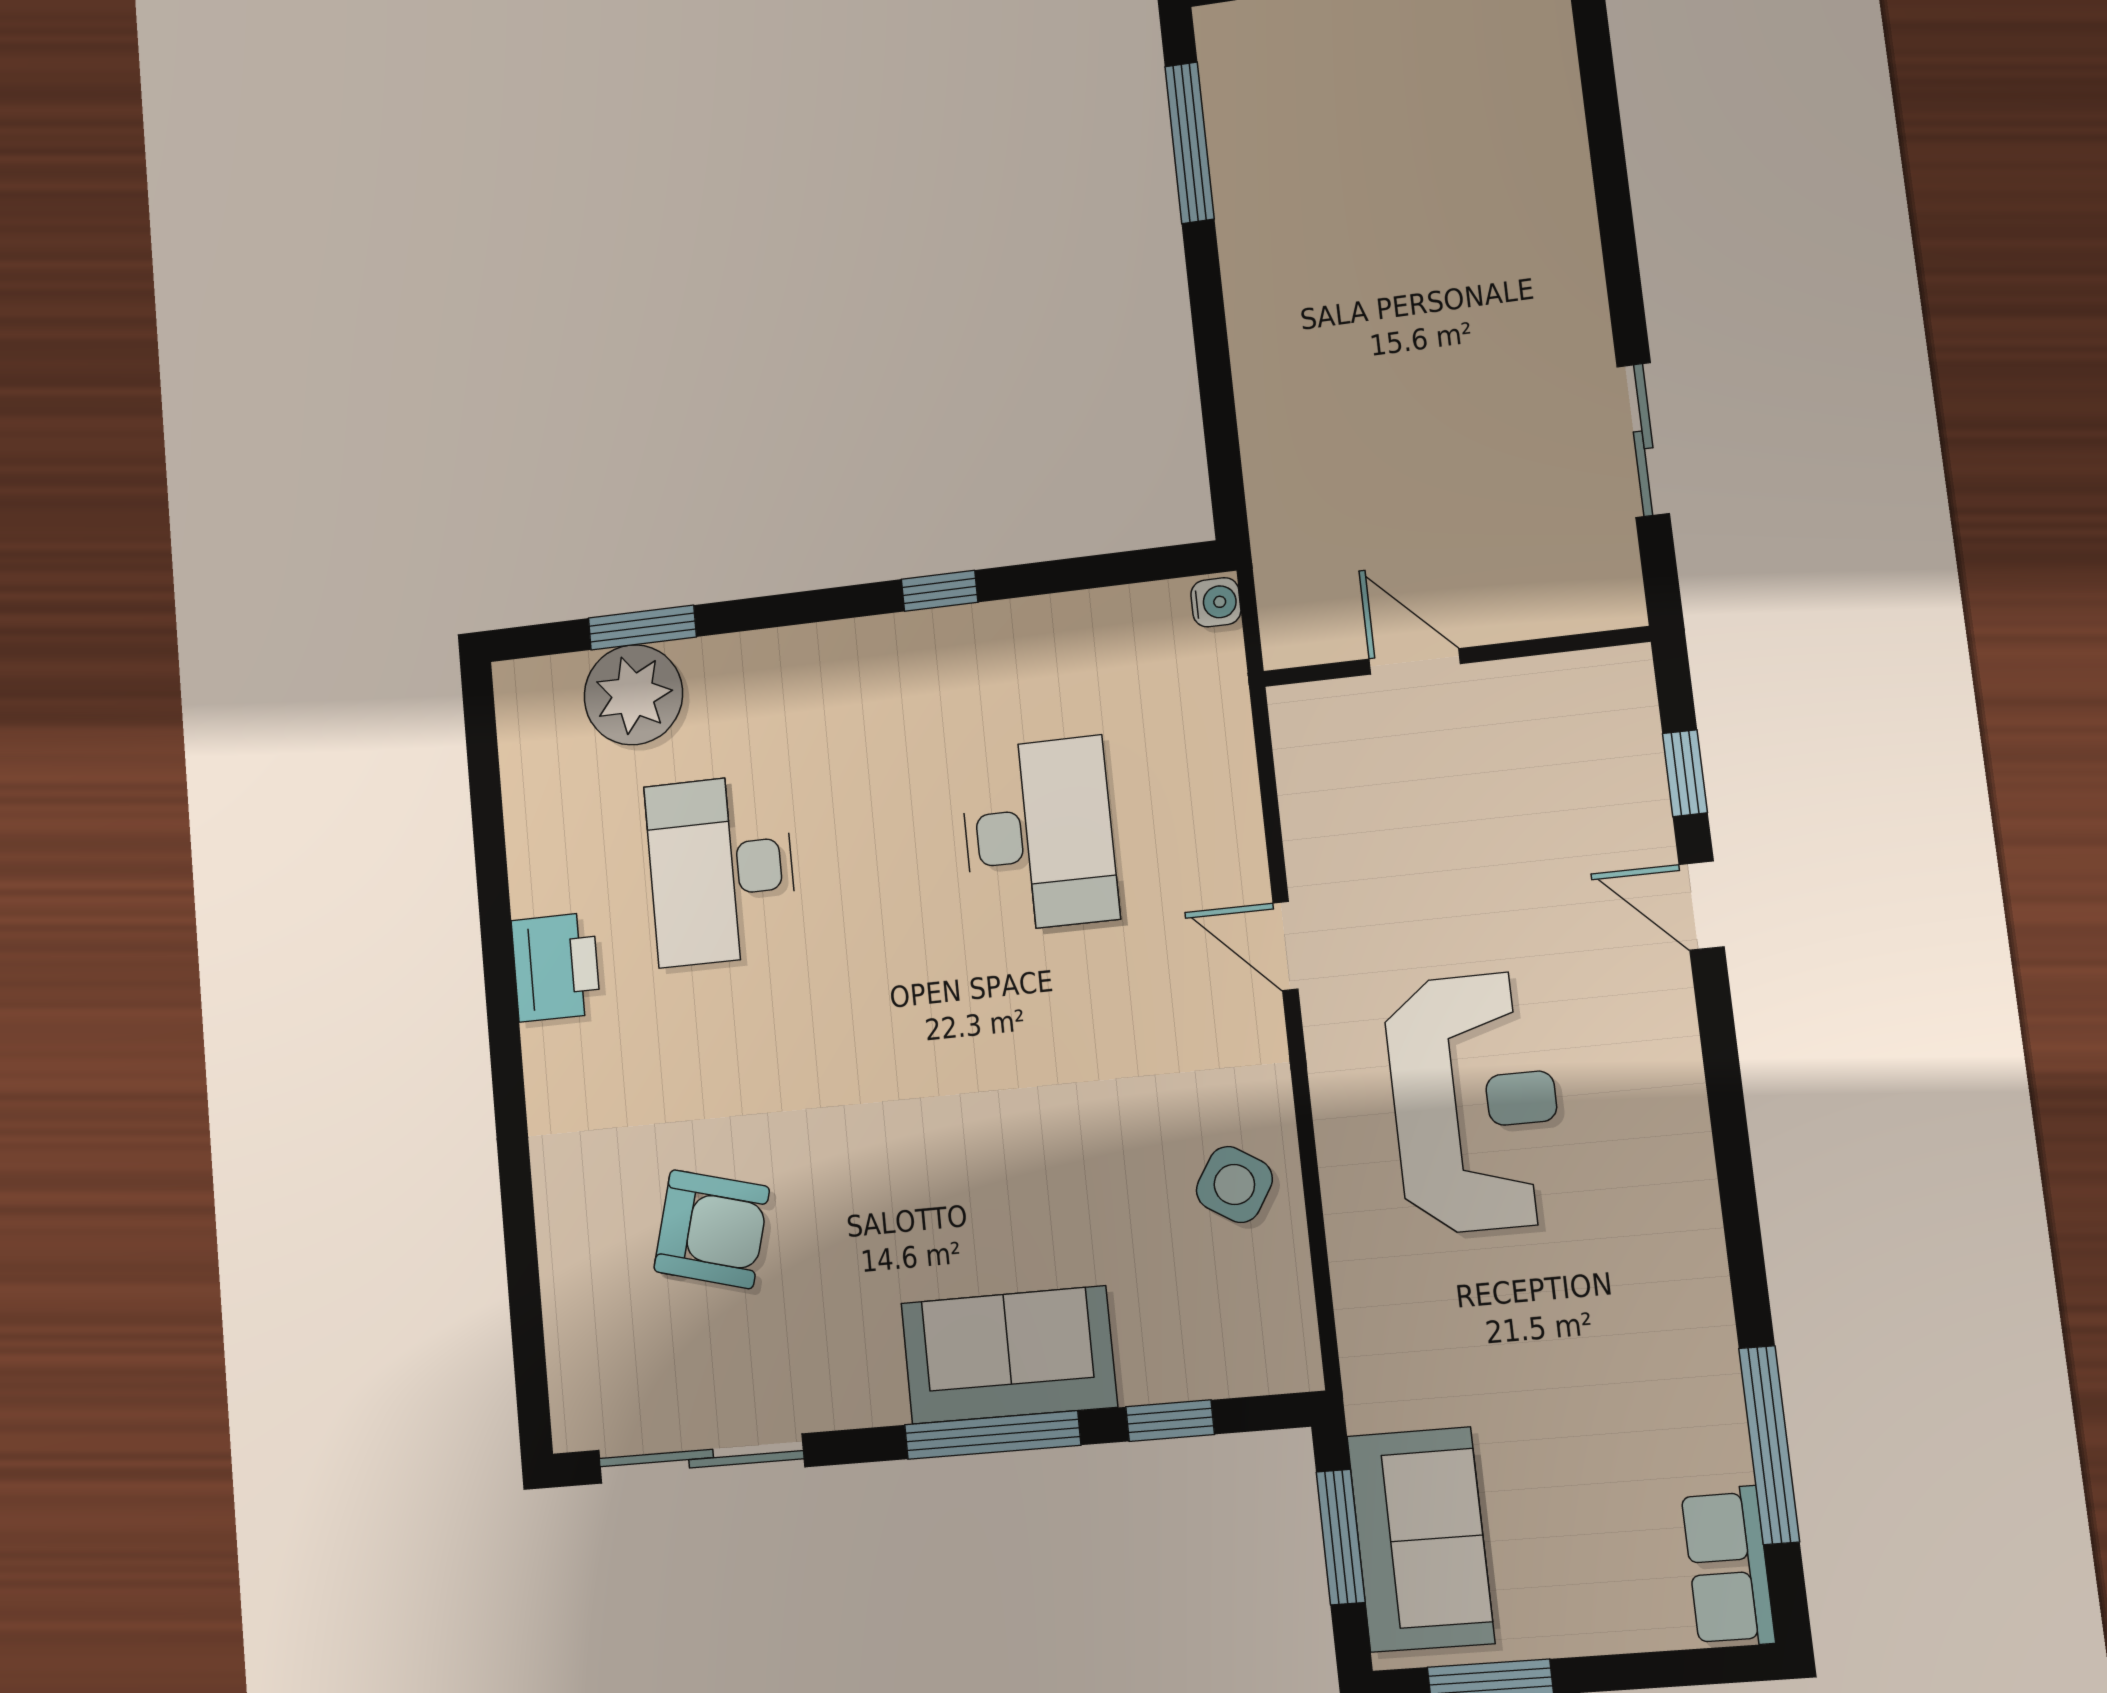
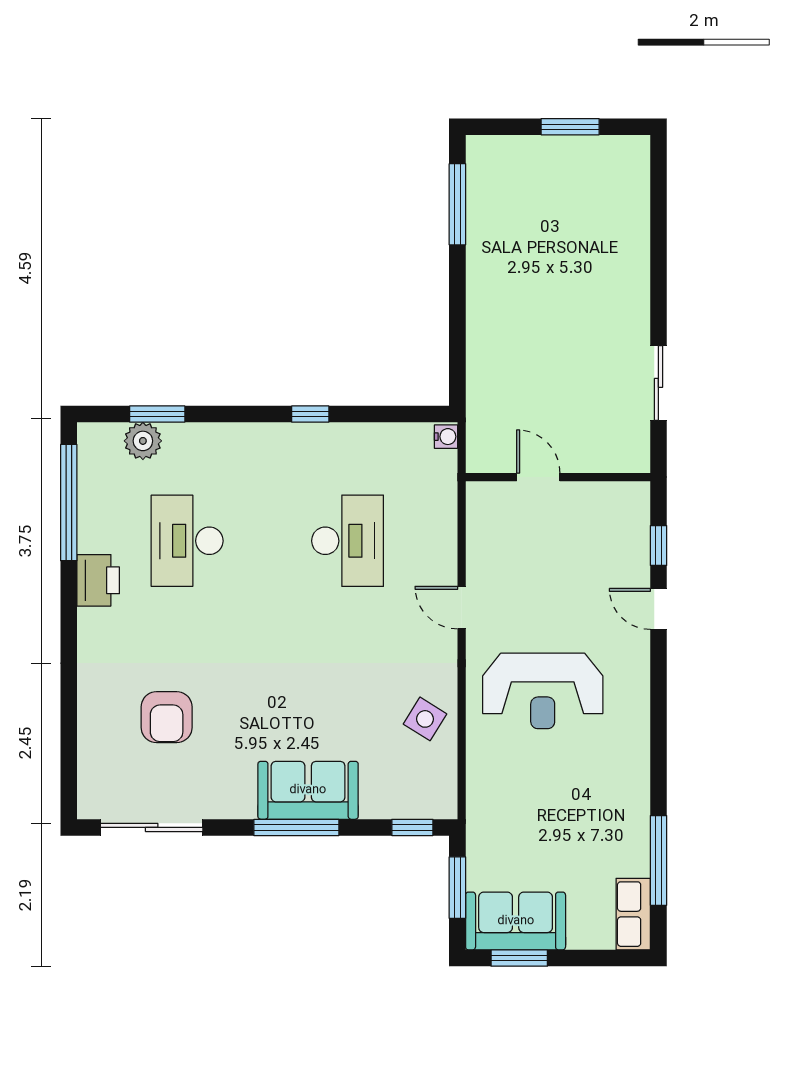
plant: (633, 695) -> (143, 441), width x0.73, depth x0.73
window: (488, 820) -> (69, 503), added
reception desk: (1475, 1103) -> (543, 691), turned 90
armchair: (712, 1229) -> (167, 717), turned 75
window: (1170, 1421) -> (412, 827), moved
sofa: (1421, 1539) -> (516, 921), moved, turned -90

